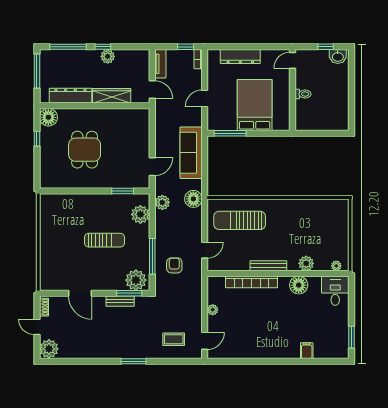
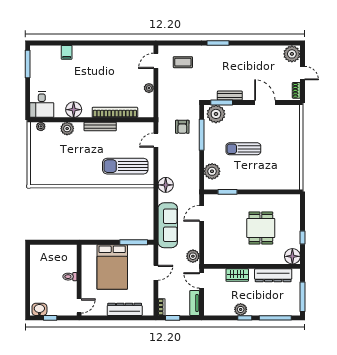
wardrobe: (112, 96) -> (237, 275), width x0.67
plant: (162, 202) -> (193, 256), moved
sun lounger: (240, 220) -> (125, 166), turned 180
window: (351, 337) -> (28, 64), width x1.44

